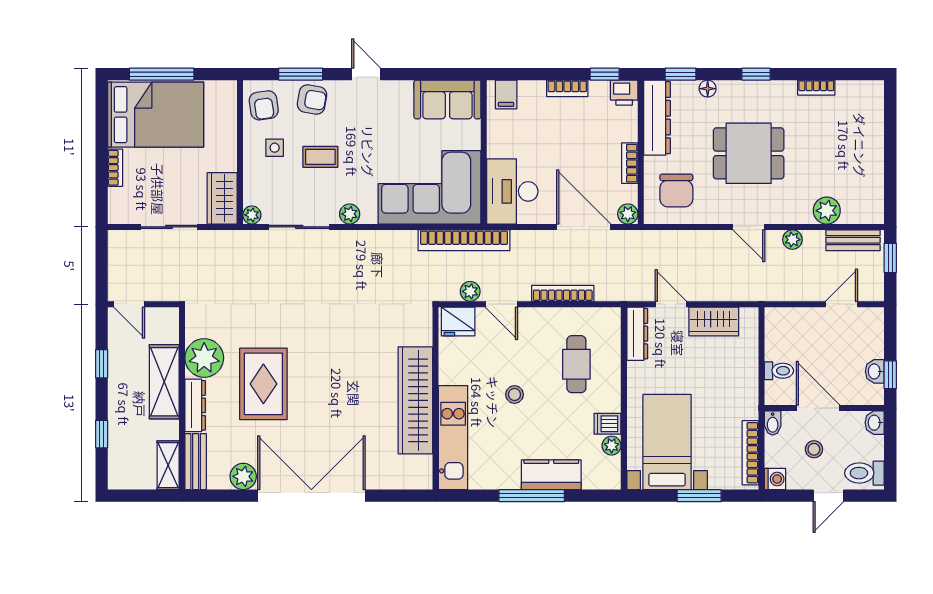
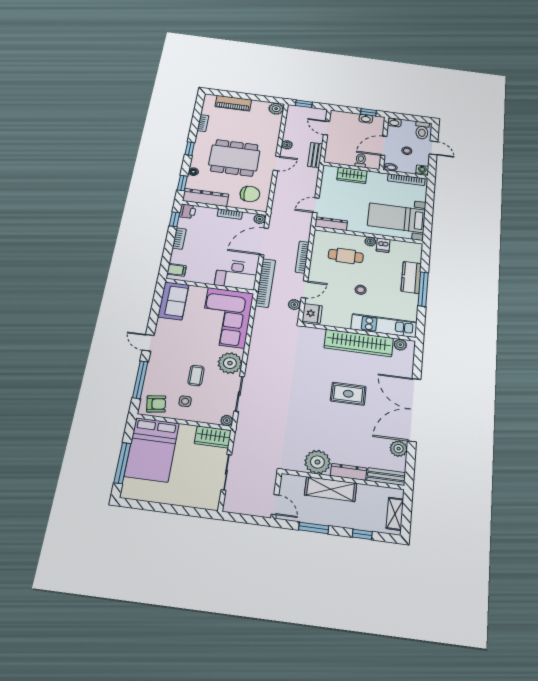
window: (301, 74) -> (140, 380), width x1.44
door: (366, 74) -> (148, 343), hinge flipped
armchair: (312, 99) -> (158, 375), removed
bed: (156, 115) -> (152, 450), moved, turned 180
piano: (870, 133) -> (233, 103), added
dining table: (749, 153) -> (234, 158), width x1.38
bookcase: (115, 168) -> (180, 501), removed
plant: (827, 211) -> (276, 109), moved
plant: (350, 214) -> (230, 363), width x1.88, depth x1.88
bookcase: (464, 240) -> (265, 283), moved
bench: (853, 240) -> (315, 155), moved
door: (129, 304) -> (275, 505), hinge flipped
wardrobe: (714, 322) -> (352, 175), moved, turned 90
window: (102, 364) -> (314, 528), width x1.50
rug: (263, 384) -> (348, 394), moved, width x0.73, depth x0.70
plant: (612, 446) -> (370, 241), moved
shelving: (168, 465) -> (395, 514), moved, turned 90
plant: (422, 466) -> (400, 345), added
window: (699, 496) -> (429, 207), removed

